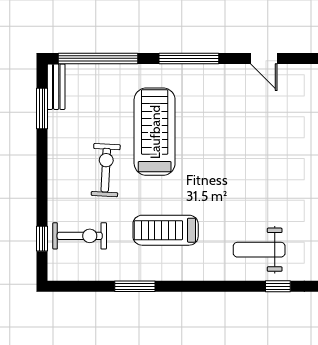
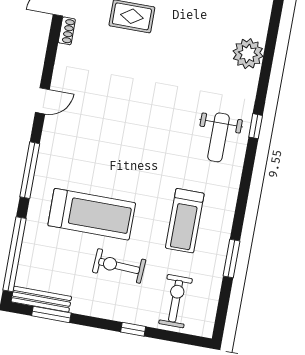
bench: (56, 87) -> (41, 299), width x1.36
treadmill: (155, 132) -> (92, 214), turned 180
window: (42, 239) -> (133, 329), moved

